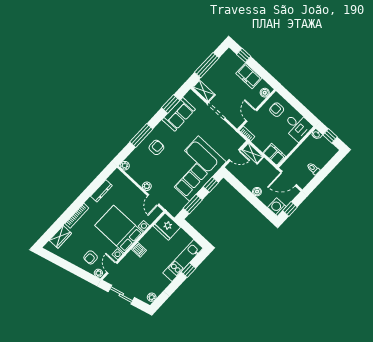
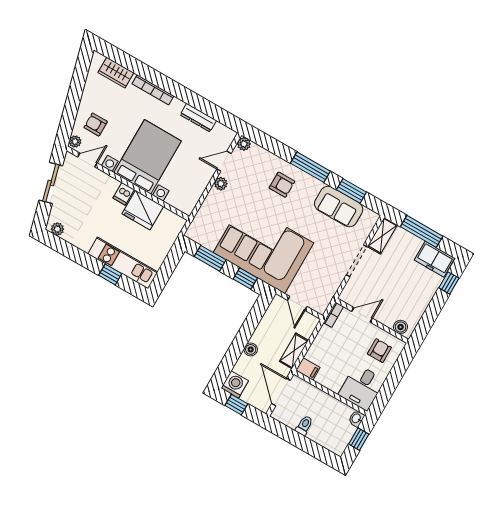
freezer: (249, 76) -> (435, 259), moved, turned -90
window: (141, 135) -> (310, 167), moved
shelving: (253, 153) -> (294, 351), moved
filing cabinet: (274, 155) -> (308, 369), width x0.50
door: (153, 200) -> (224, 161), moved
fridge: (167, 227) -> (143, 210), moved, turned -90

